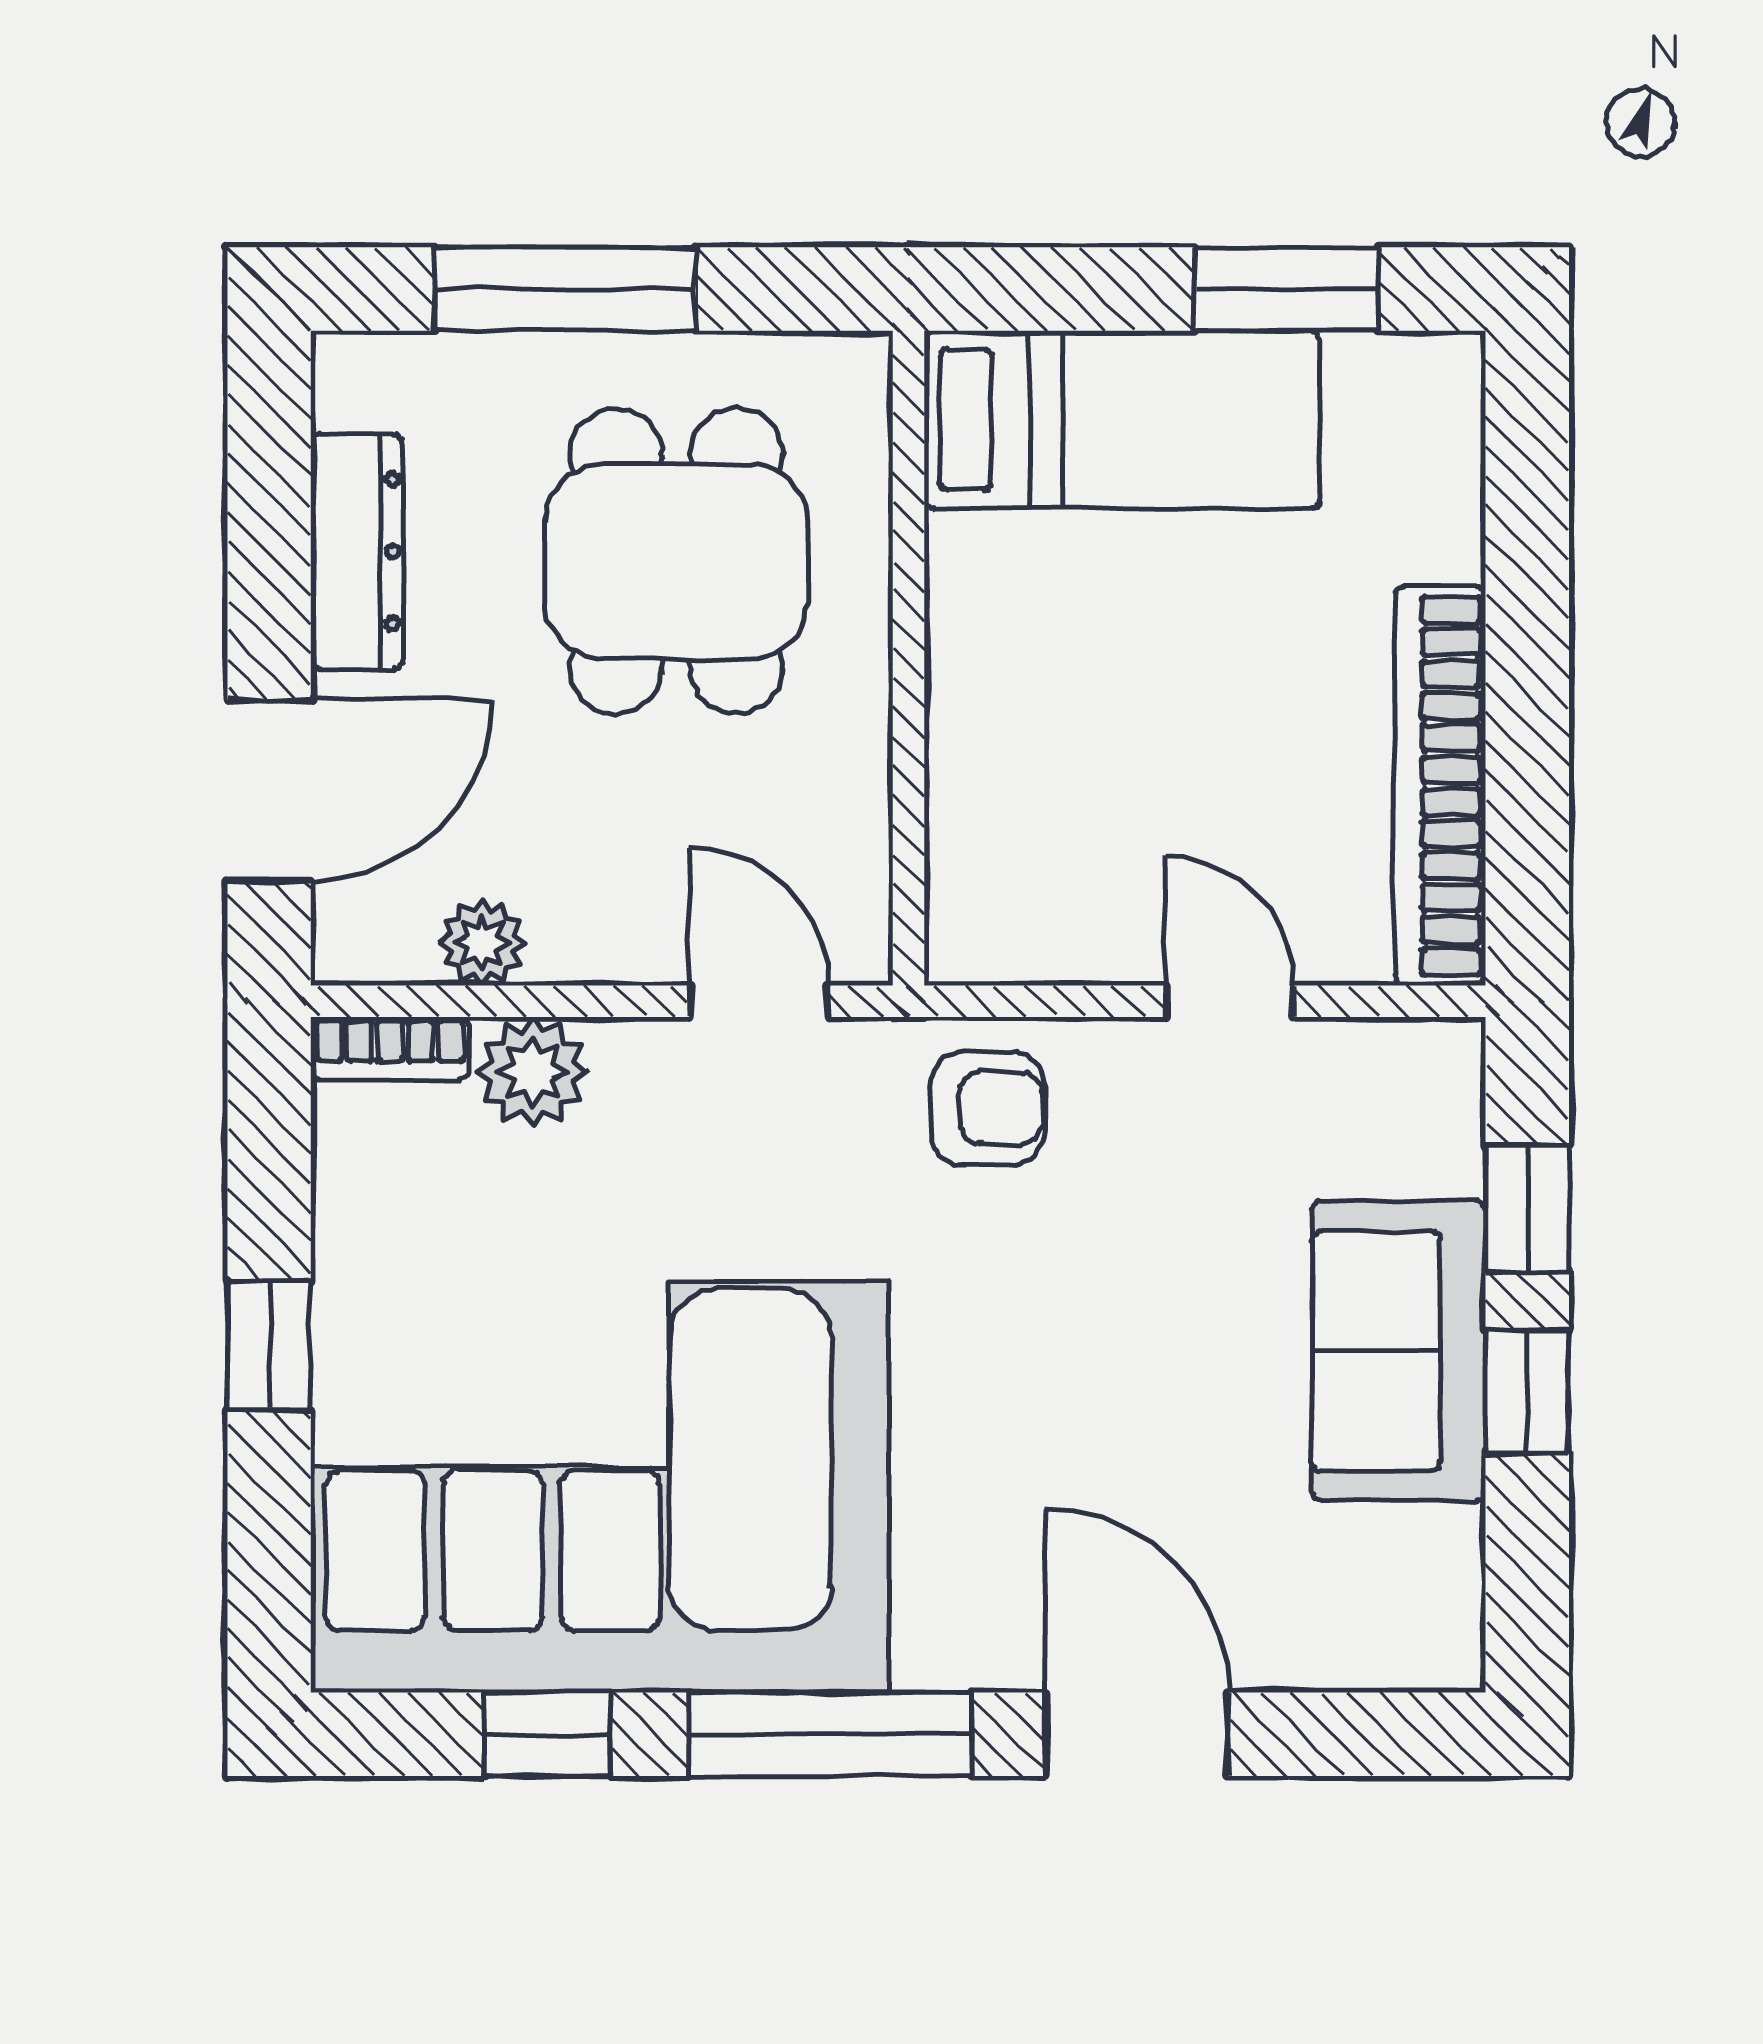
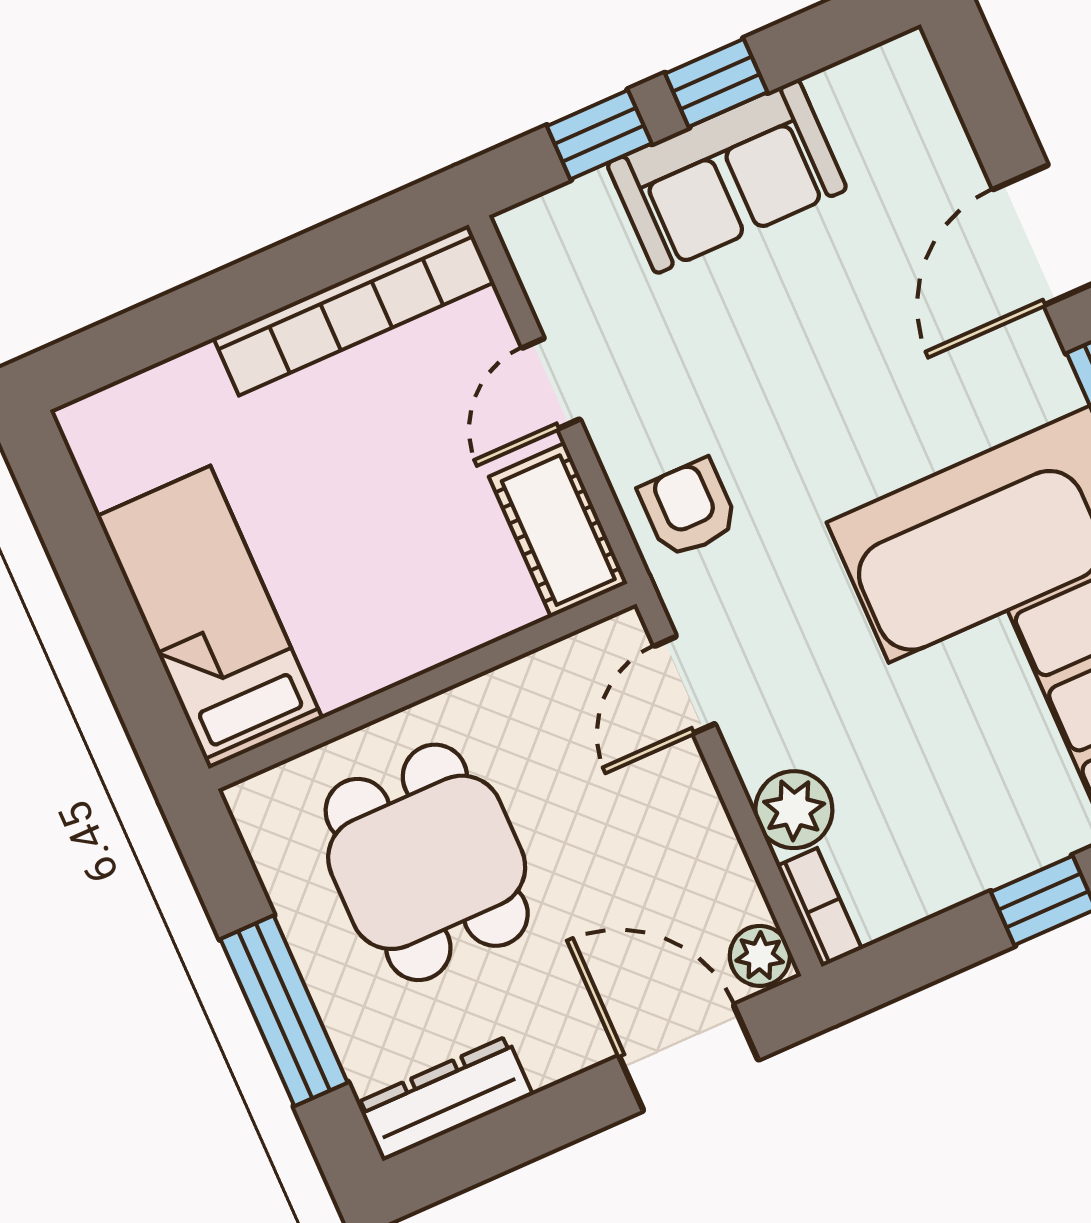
window: (1287, 289) -> (79, 549), removed
dresser: (357, 551) -> (445, 1099), moved
dining table: (676, 561) -> (427, 862), turned 90
cot: (1034, 926) -> (558, 530), added
plant: (482, 943) -> (760, 956), moved

